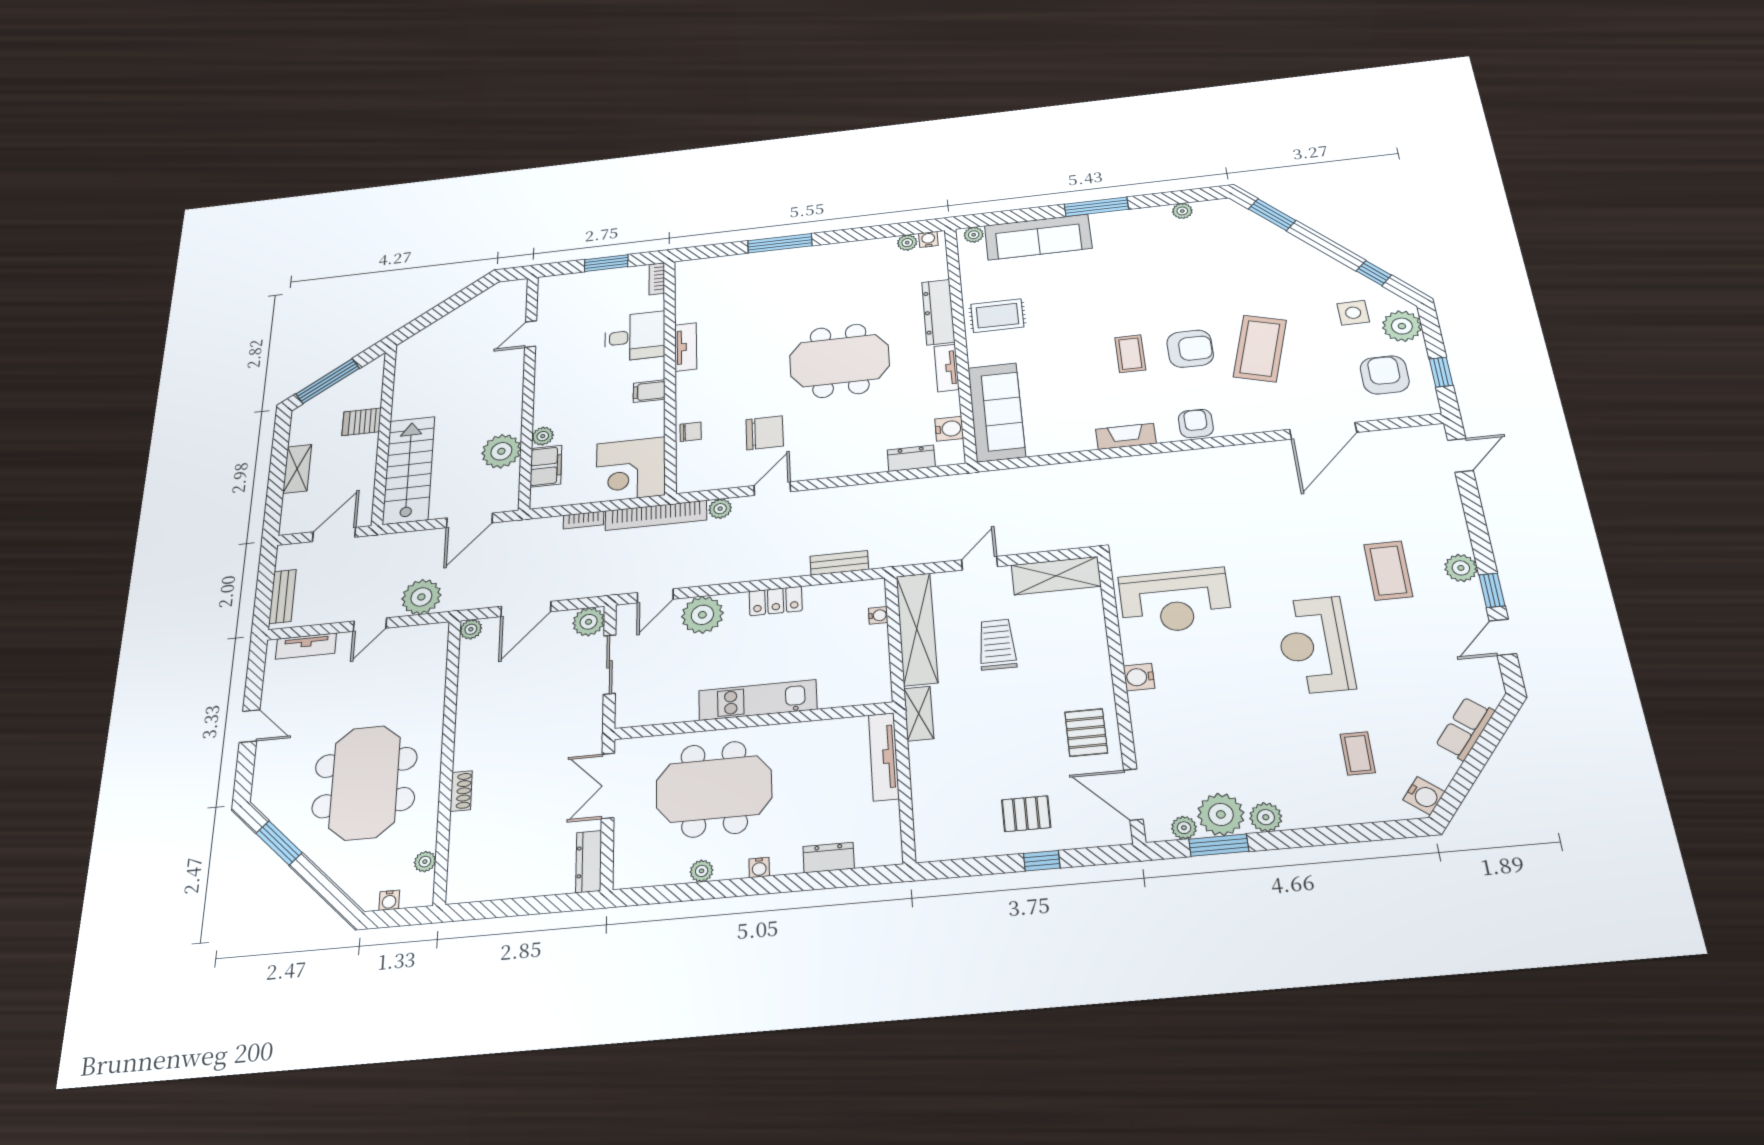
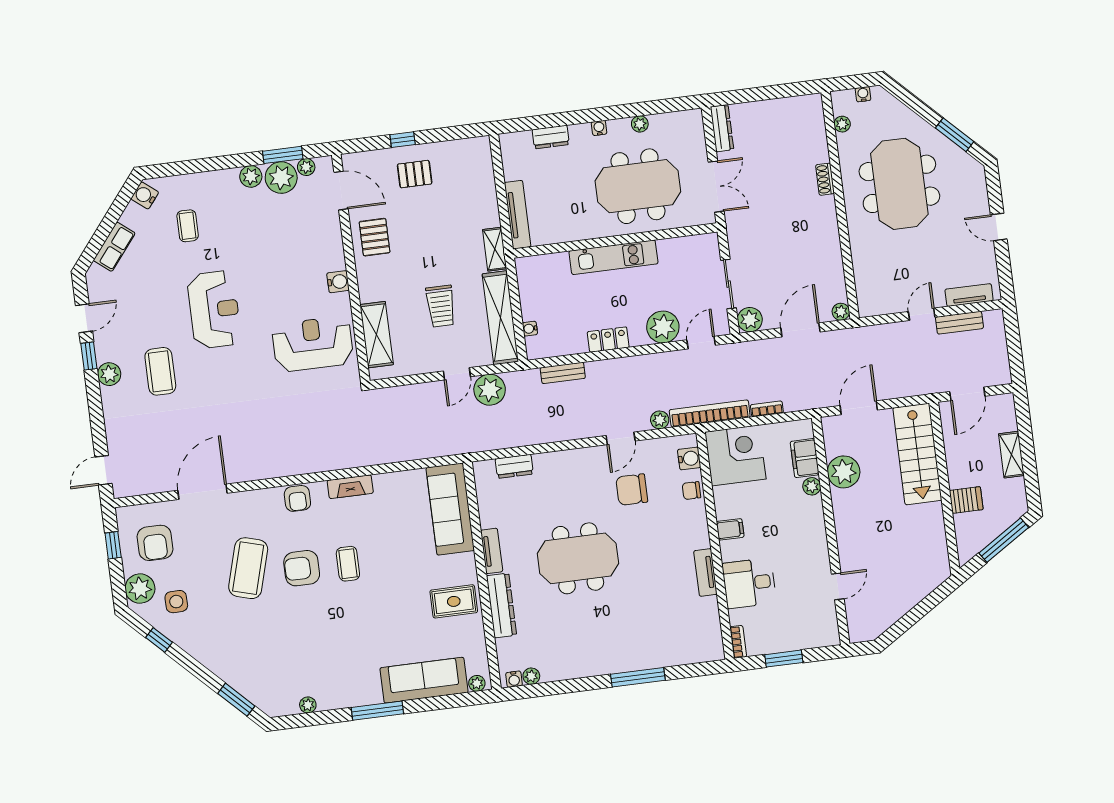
water cooler: (949, 429) -> (689, 458), moved, turned 180
shelving: (1056, 576) -> (377, 335), moved, turned 90
bench: (282, 596) -> (959, 323), moved, turned 90
plant: (421, 597) -> (490, 390), moved

